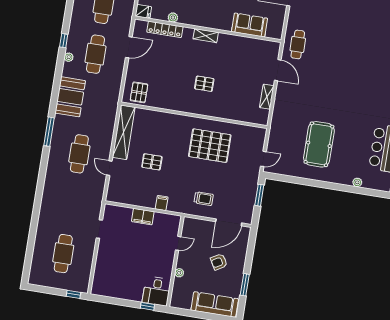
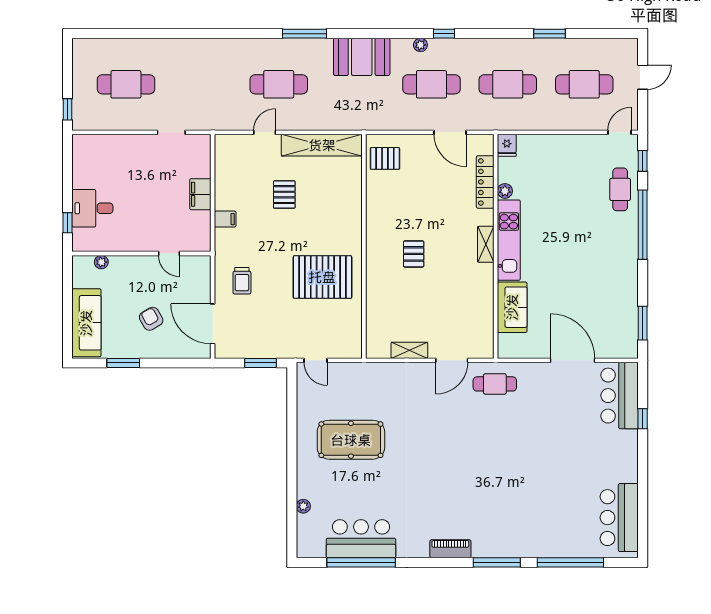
kitchen unit: (205, 20) -> (509, 240), added
pallet: (210, 146) -> (322, 277), turned 90
plant: (179, 273) -> (101, 262), moved
desk: (157, 291) -> (92, 208), moved

